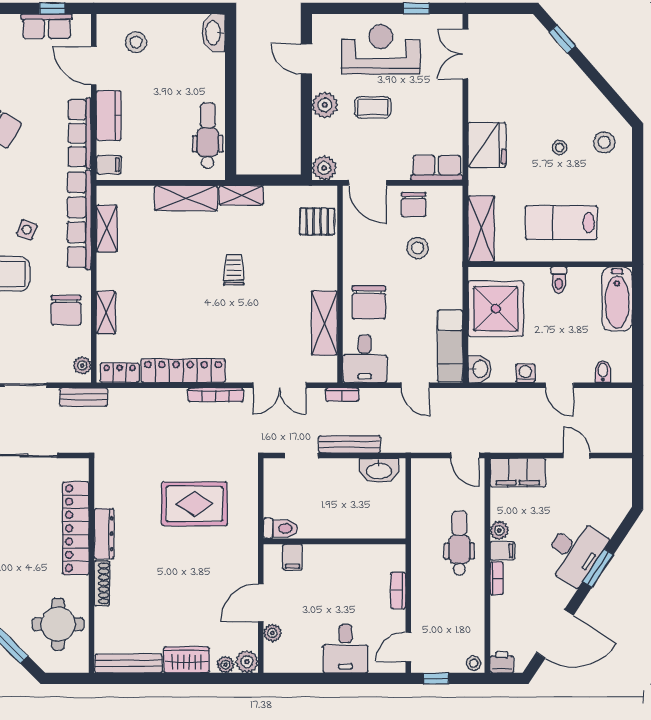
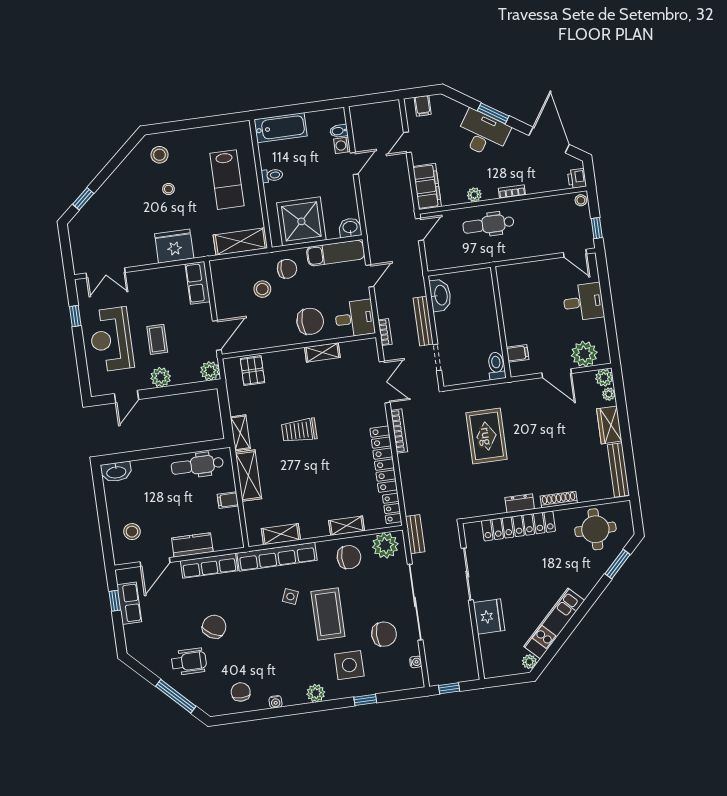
filing cabinet: (109, 165) -> (228, 500), moved, turned -90
chair: (414, 205) -> (287, 269), moved
trolley: (234, 270) -> (299, 430), width x1.36, depth x1.39
shelving: (324, 323) -> (322, 352), width x0.67, depth x0.75
plant: (82, 365) -> (385, 545), width x1.88, depth x1.88
washing machine: (525, 373) -> (342, 145), moved
dresser: (104, 534) -> (520, 503), width x0.70
filing cabinet: (502, 551) -> (423, 106), moved, turned 180
bookcase: (398, 590) -> (532, 267), removed
plant: (272, 633) -> (584, 354), width x1.88, depth x1.88

